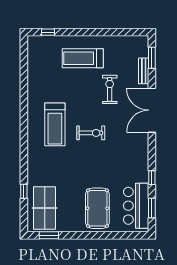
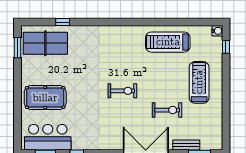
water cooler: (32, 41) -> (217, 31), added
treadmill: (55, 124) -> (168, 42), moved
exercise bike: (91, 133) -> (122, 91), turned -90

